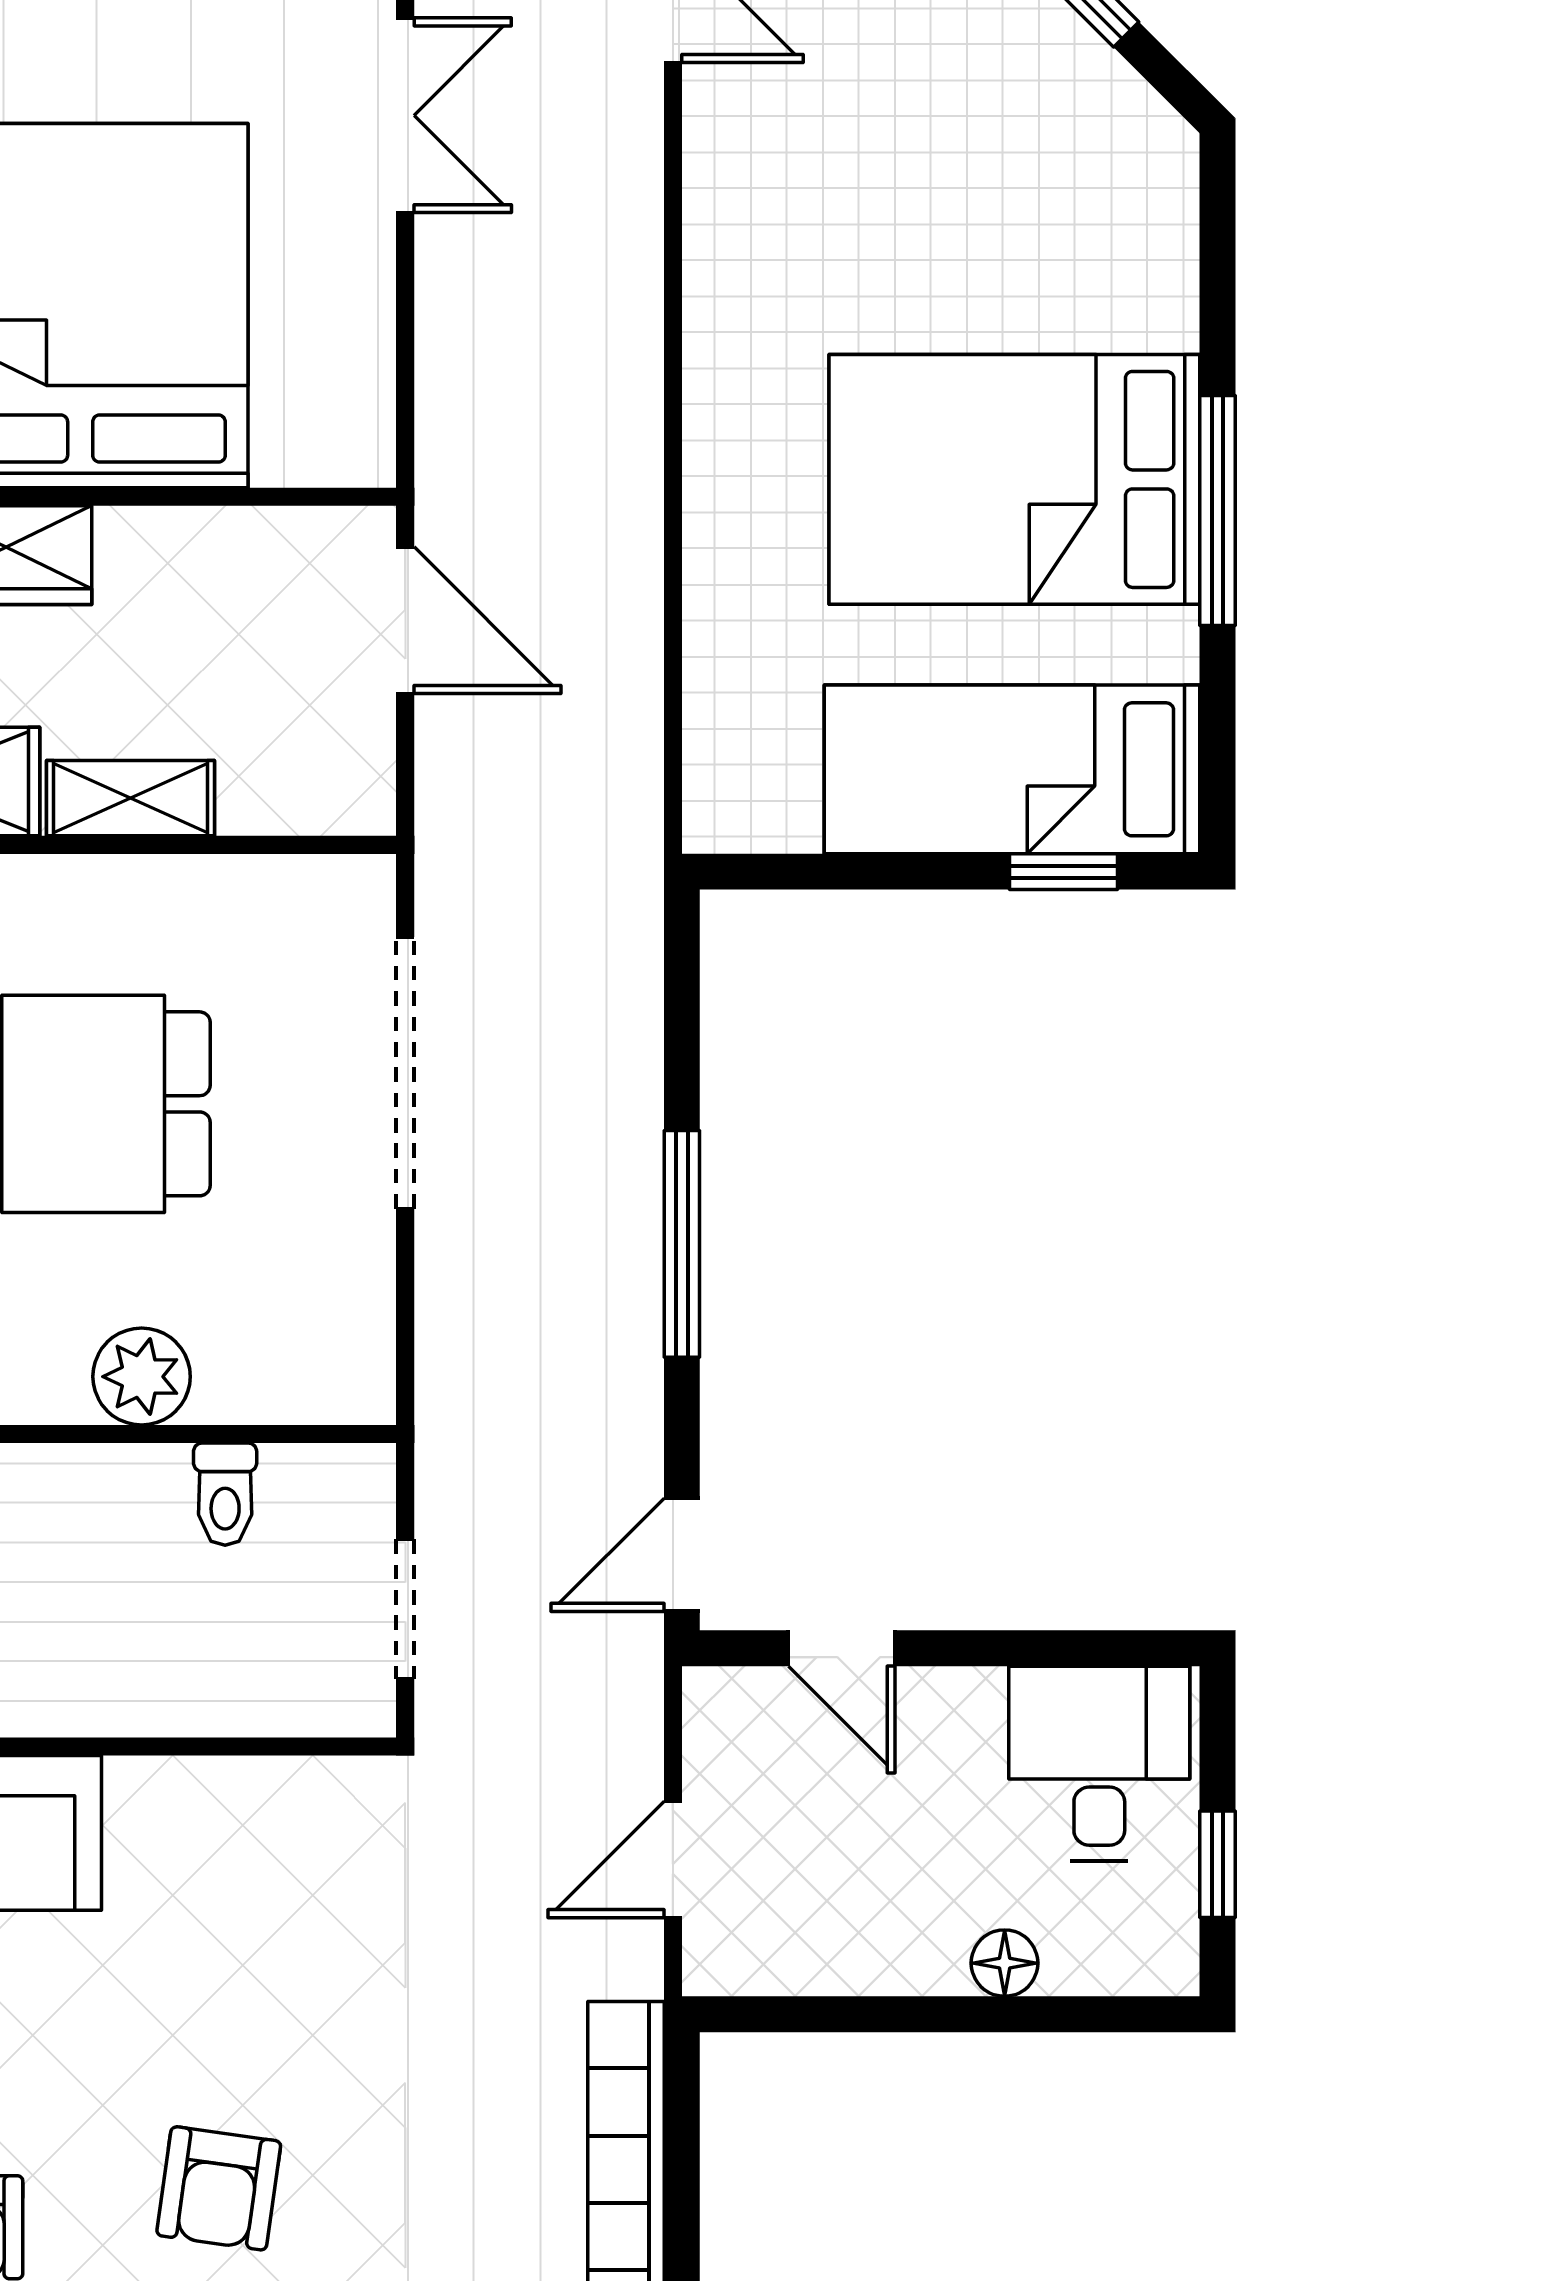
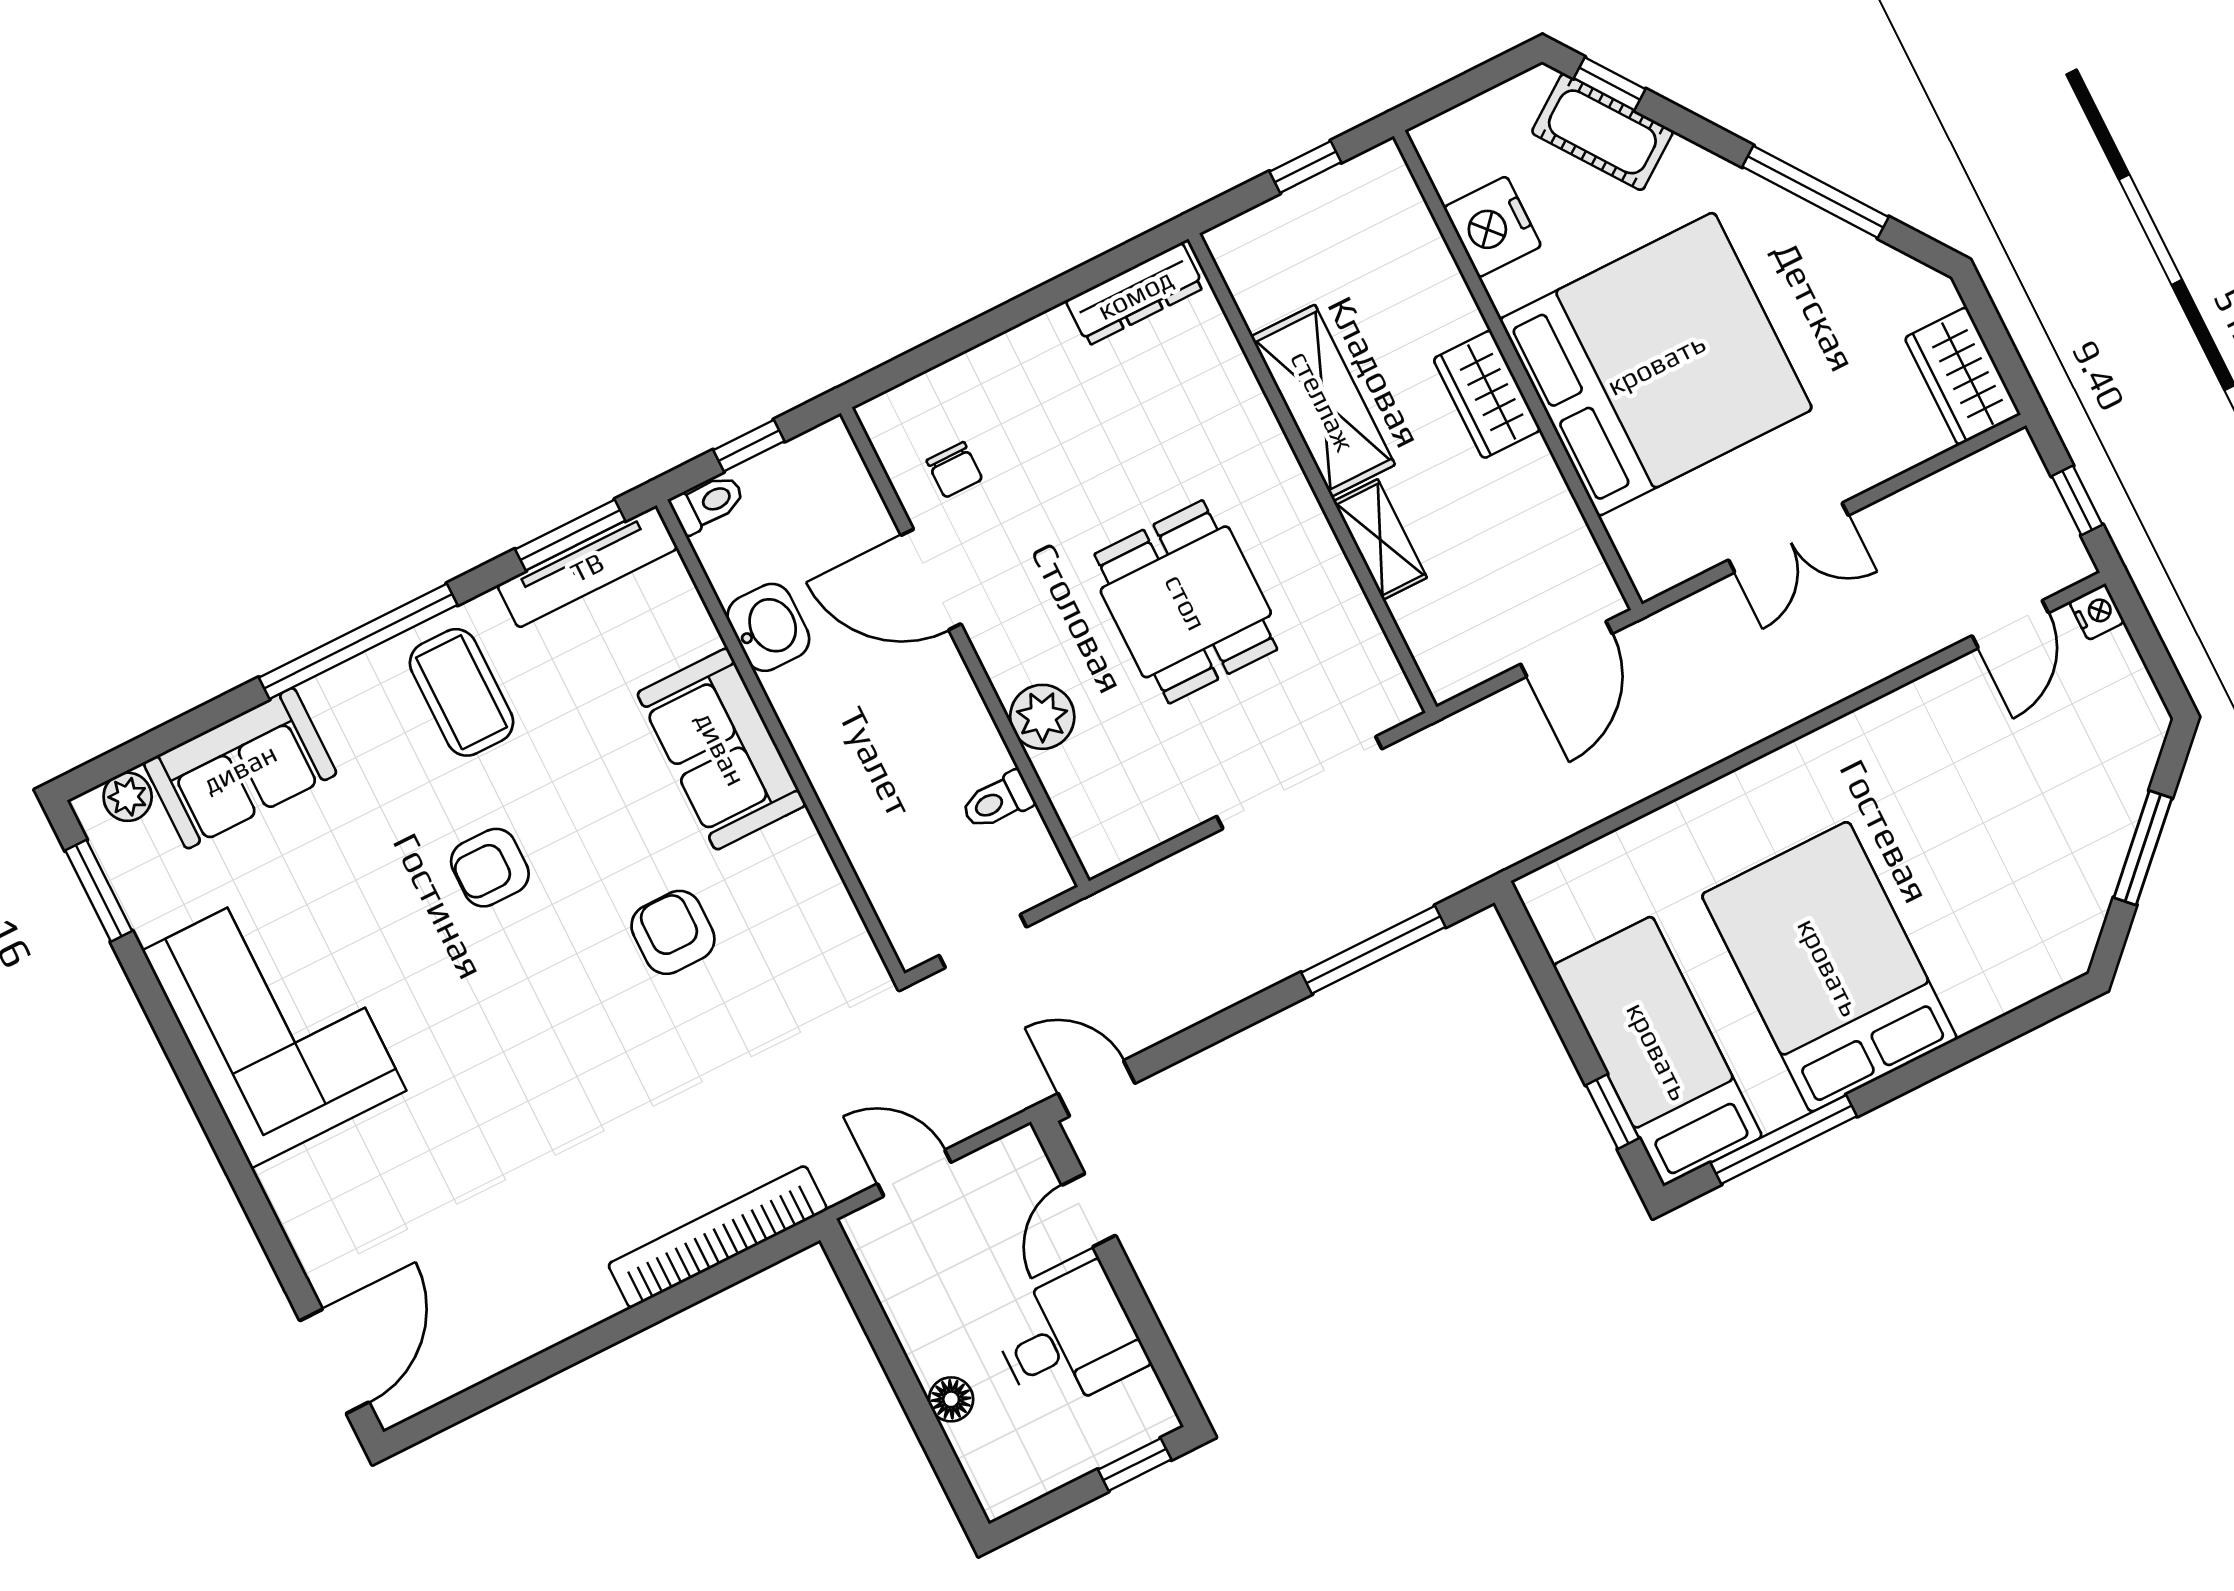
double door: (405, 115) -> (1788, 538), moved
window: (1217, 511) -> (1784, 1140), moved
window: (682, 1244) -> (1373, 950), moved
desk: (1099, 1763) -> (1068, 1339), moved
window: (1217, 1864) -> (1135, 1465), moved
armchair: (219, 2188) -> (673, 932), moved, turned 82

